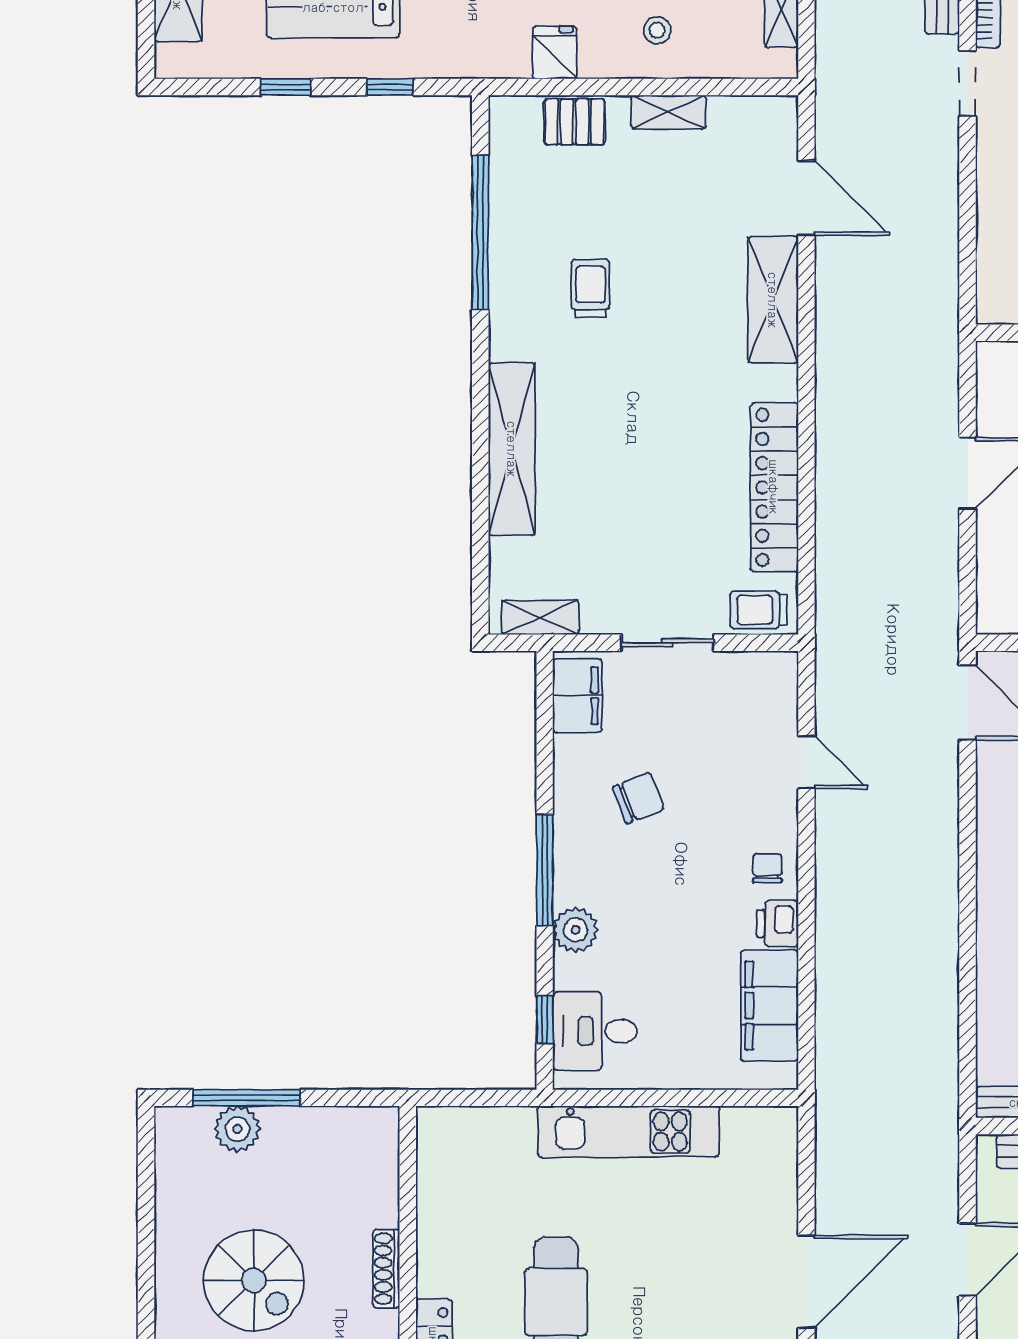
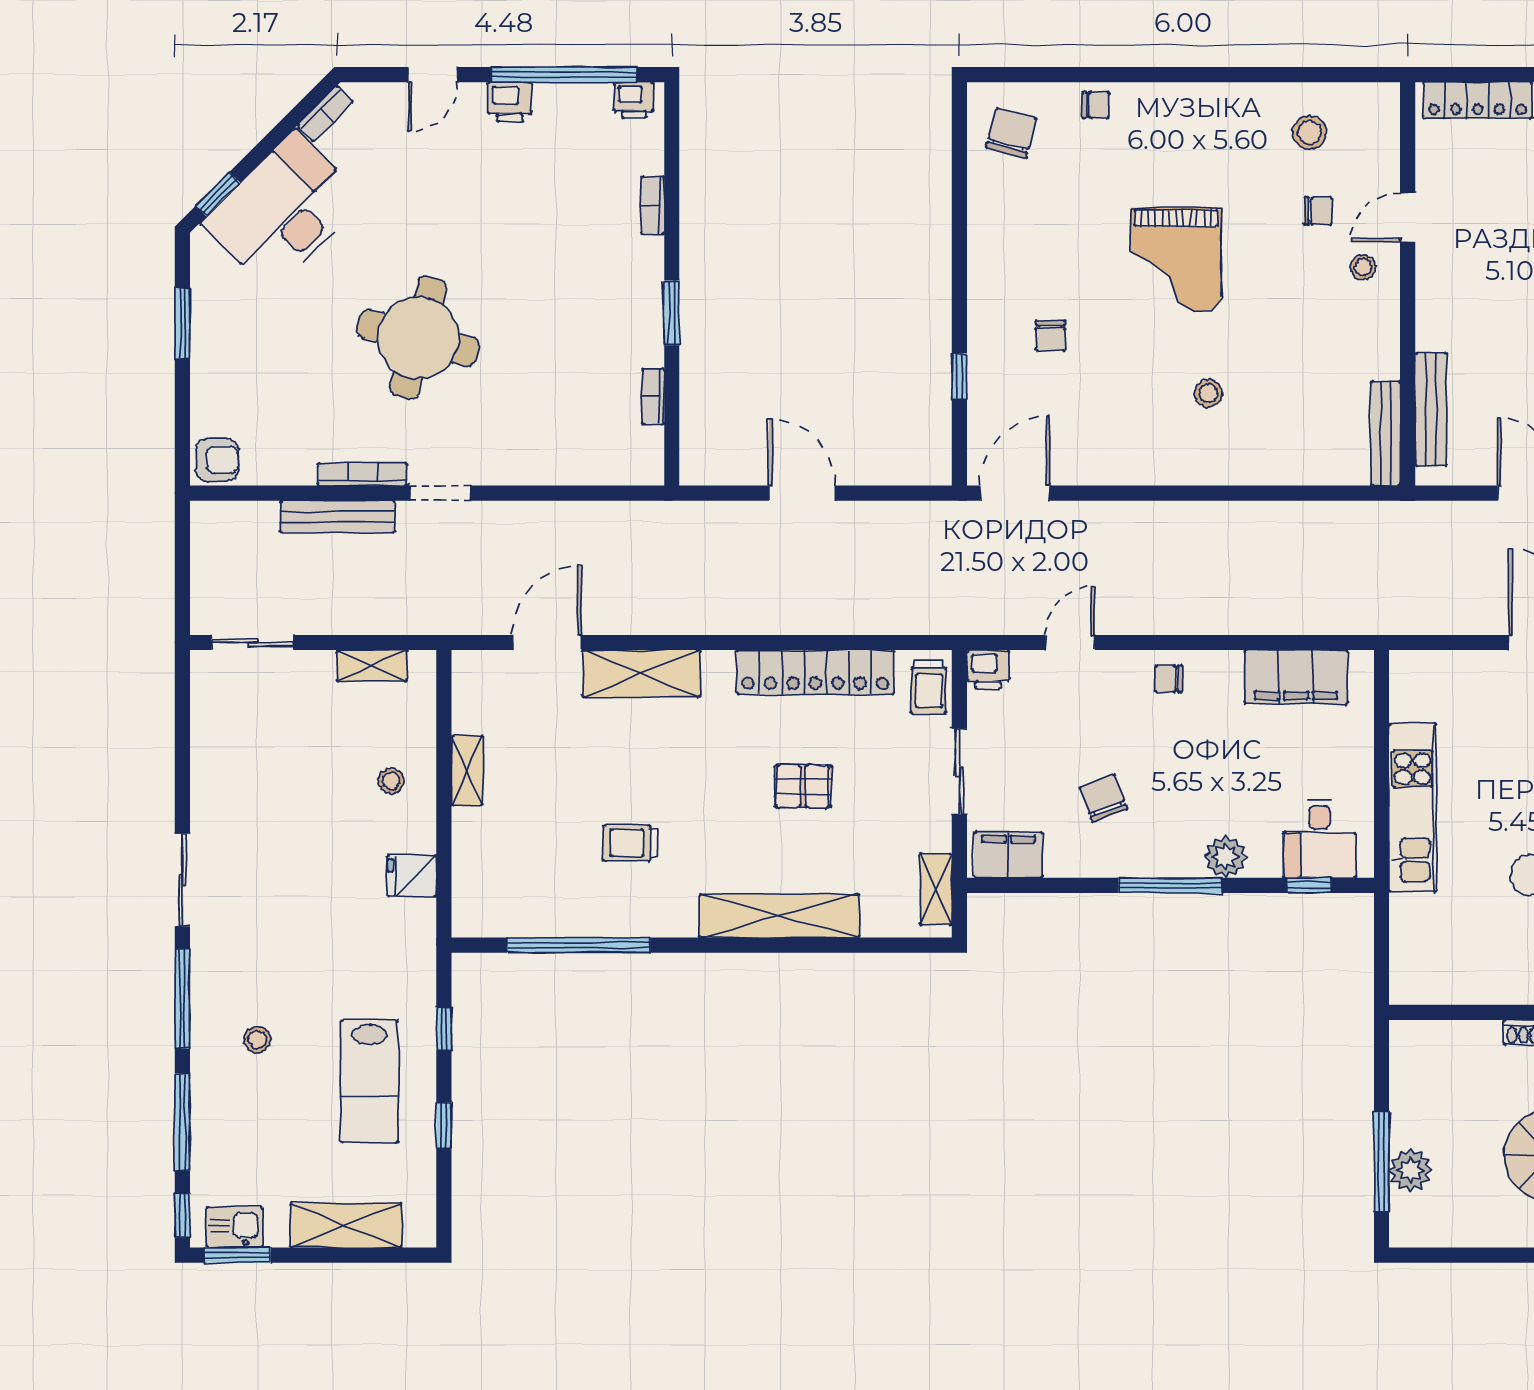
pallet: (575, 122) -> (803, 786), moved, turned 90
printer: (777, 924) -> (988, 669), moved

